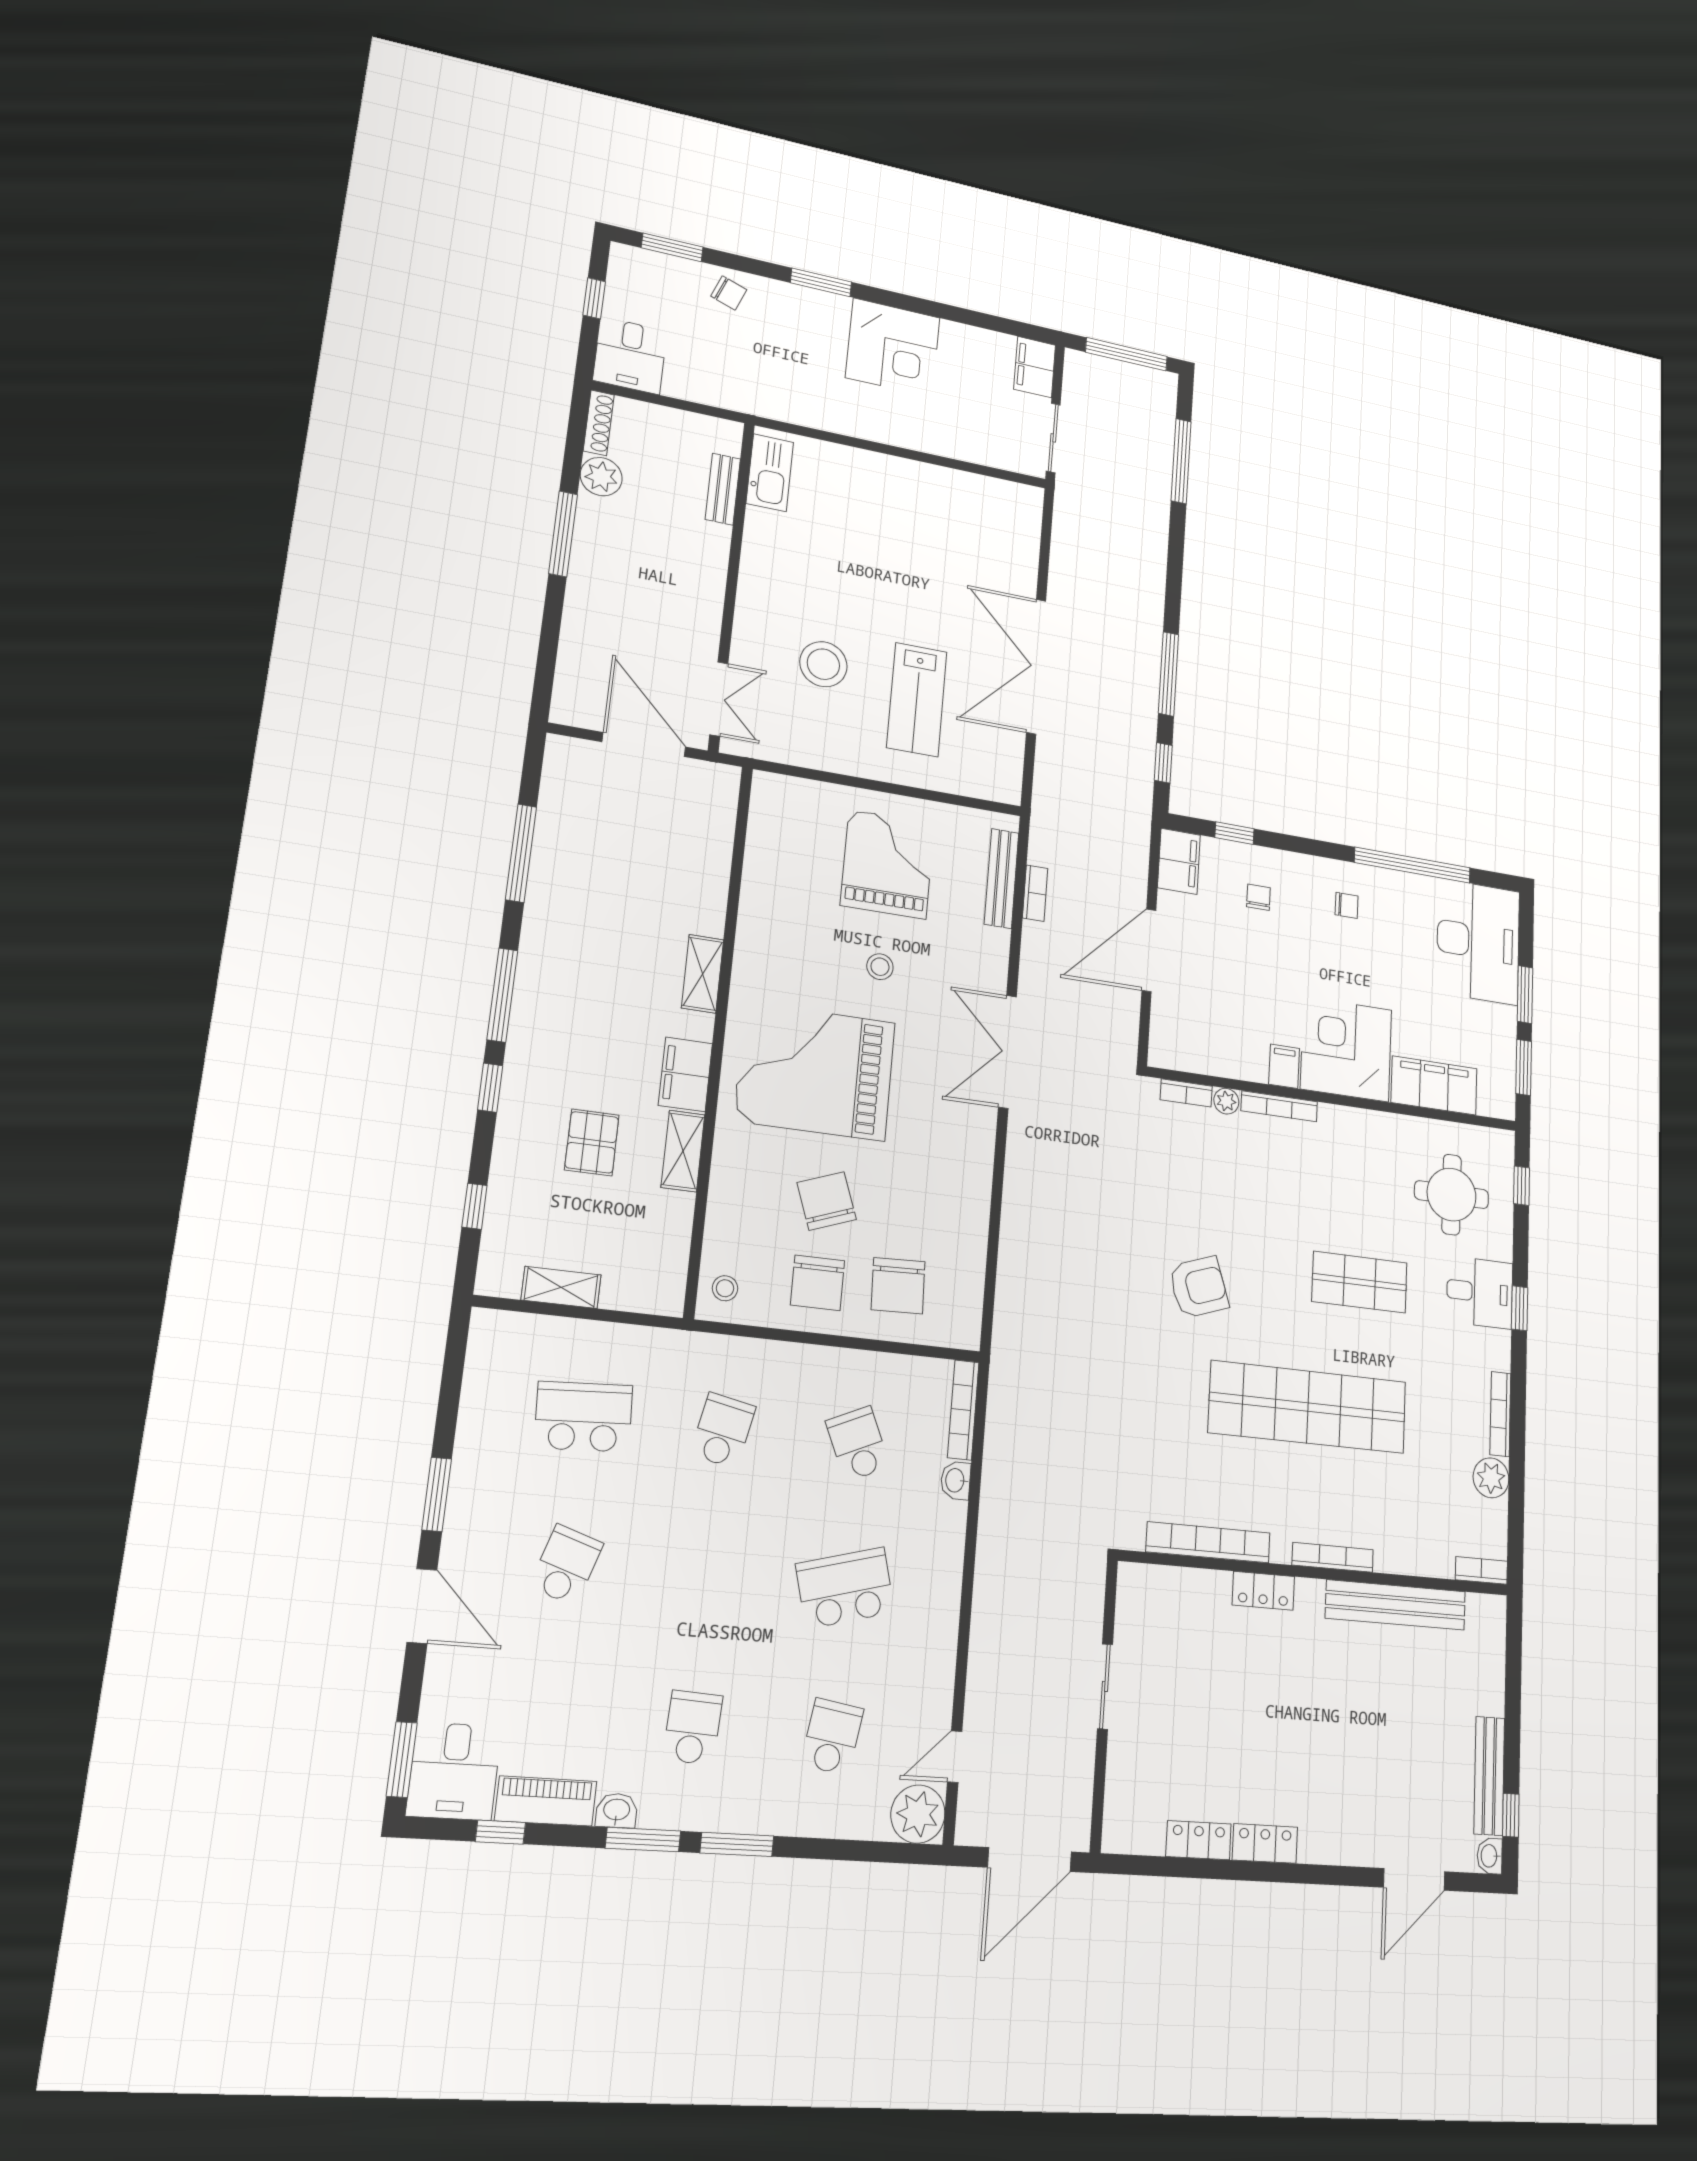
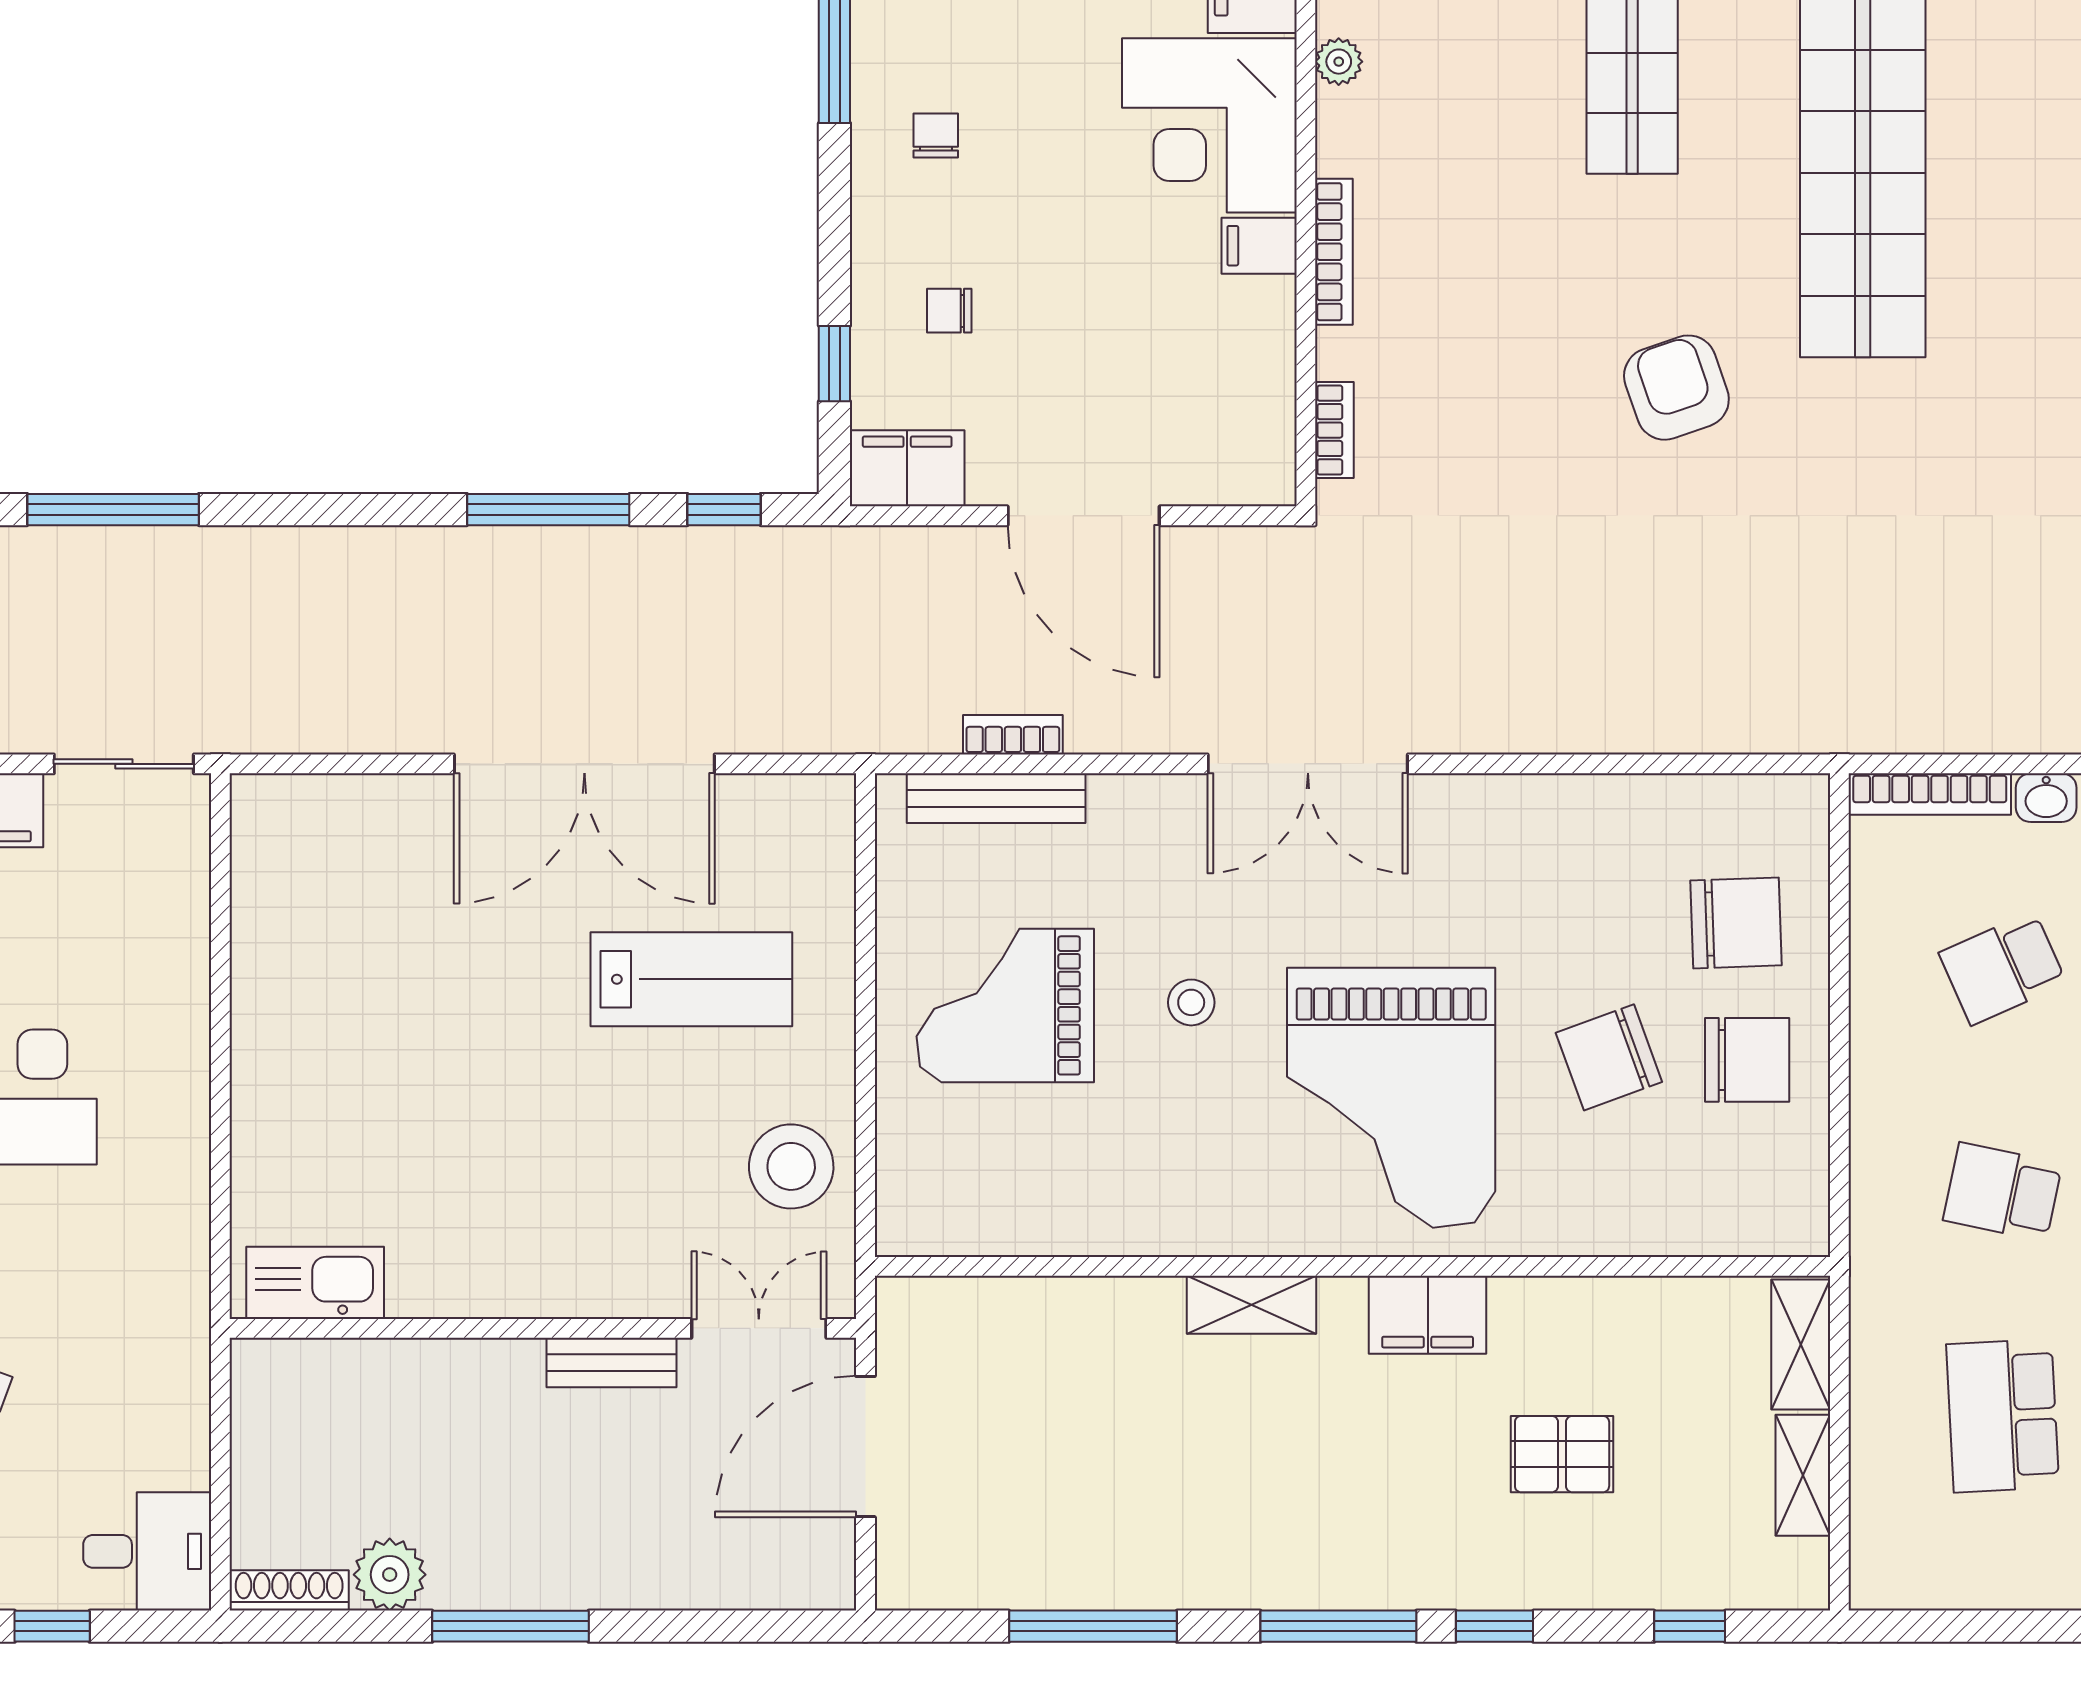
bench: (723, 489) -> (612, 1362), moved
stool: (823, 664) -> (791, 1166), moved
plant: (1226, 1101) -> (1339, 62), moved
shelving: (683, 1151) -> (1801, 1345), moved, turned 90
stool: (725, 1288) -> (1774, 1212), removed

